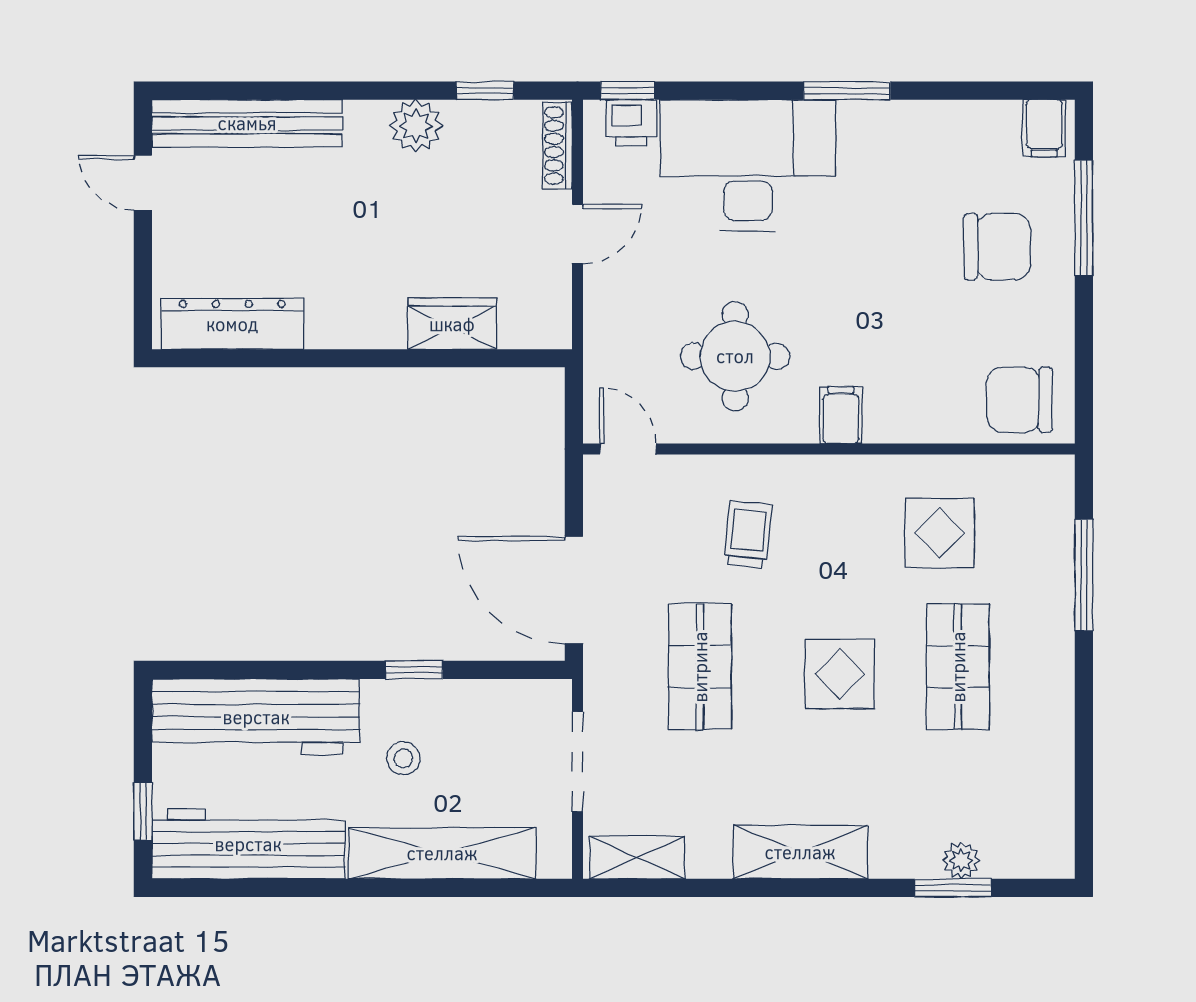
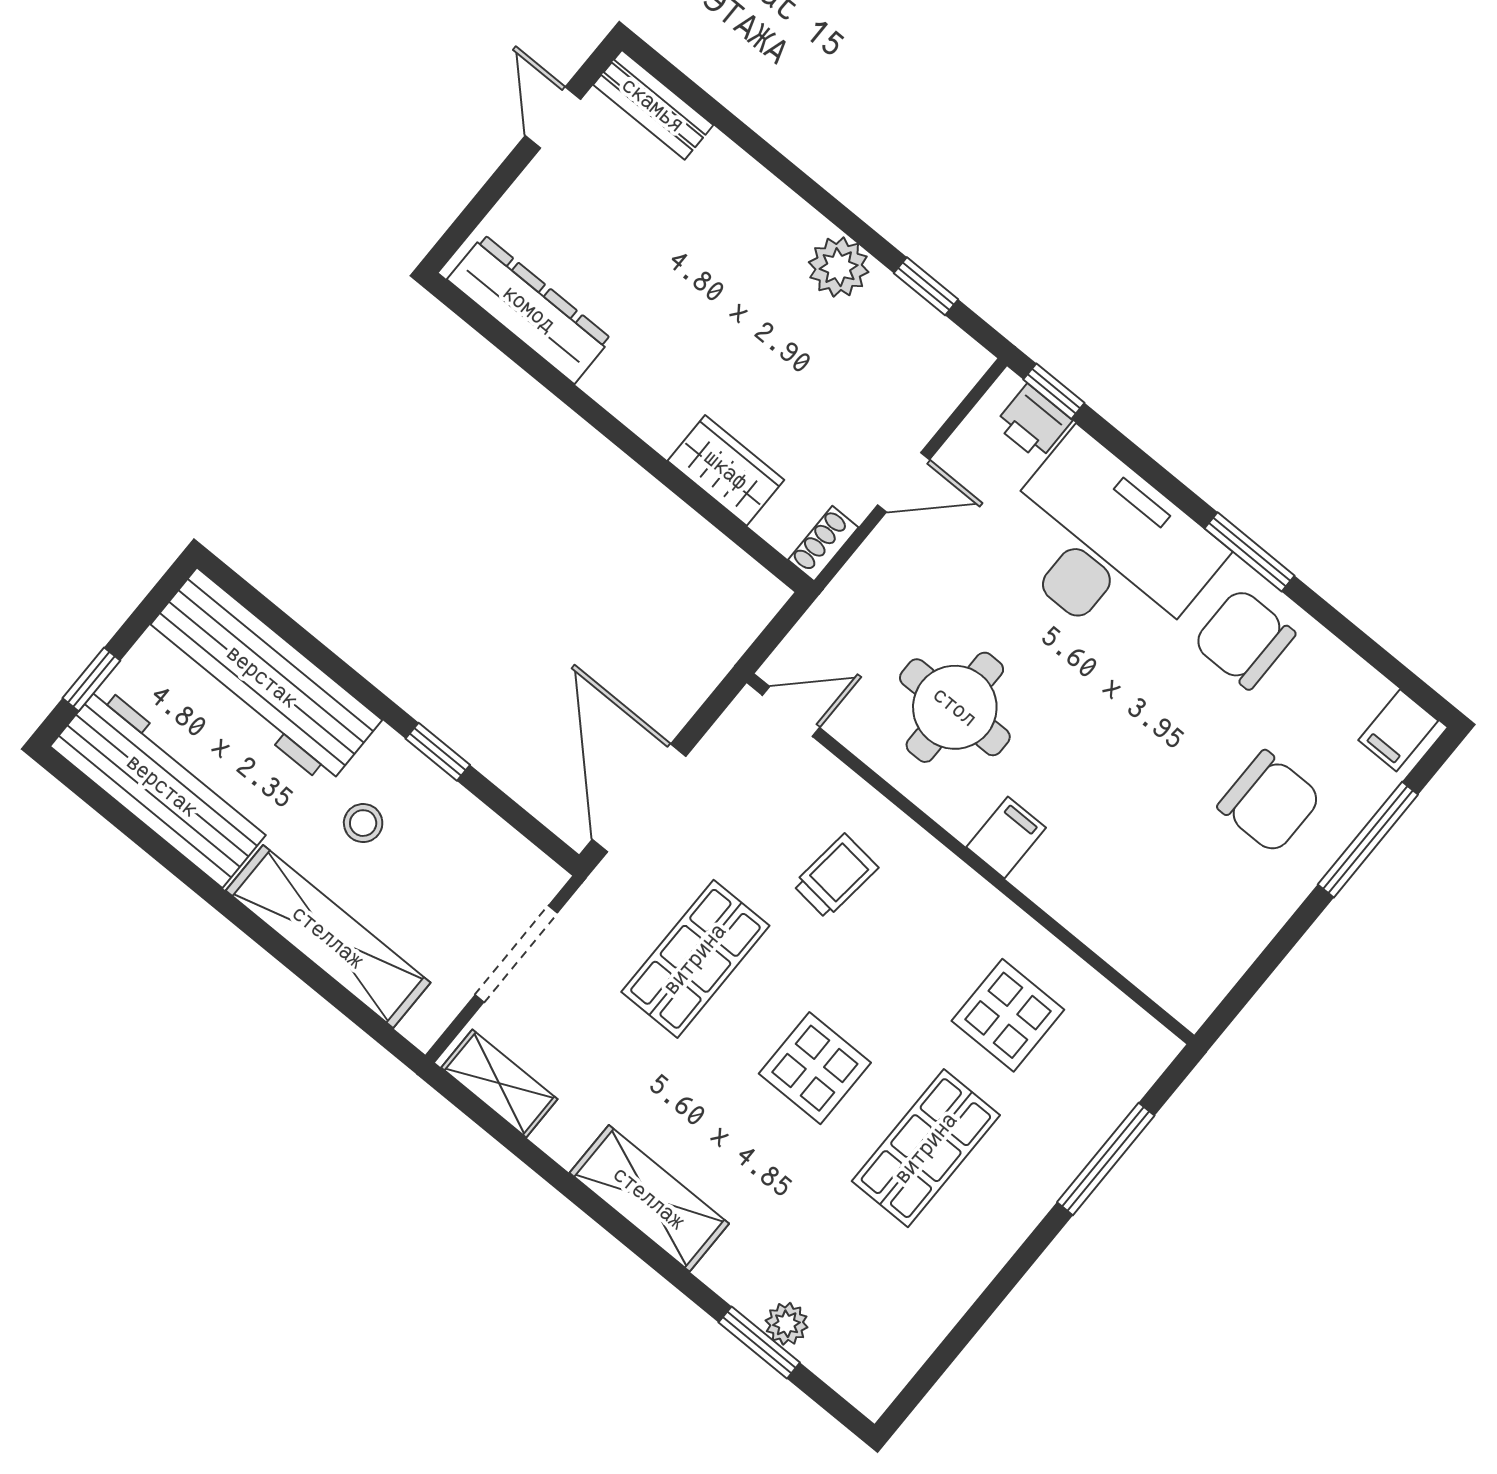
bench: (247, 123) -> (653, 105), width x0.54, depth x0.82
shoe rack: (557, 145) -> (823, 544), moved, width x0.70
chair: (1020, 400) -> (1244, 639), moved
door: (628, 449) -> (791, 711), hinge flipped

